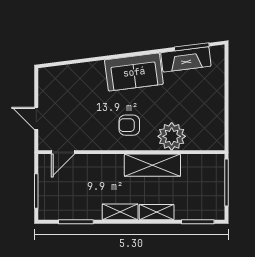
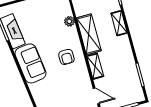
plant: (172, 136) -> (69, 21), width x0.53, depth x0.53
shelving: (120, 212) -> (95, 66), moved

